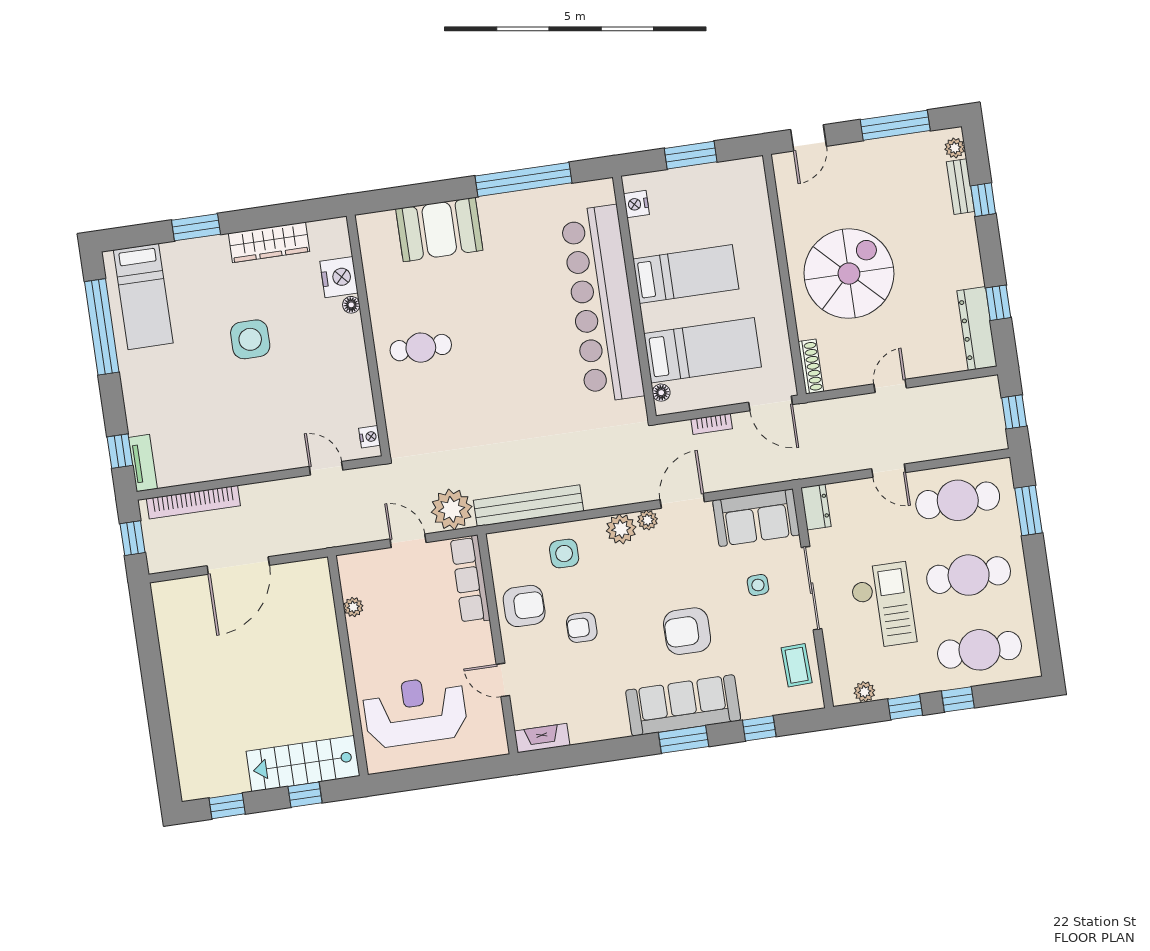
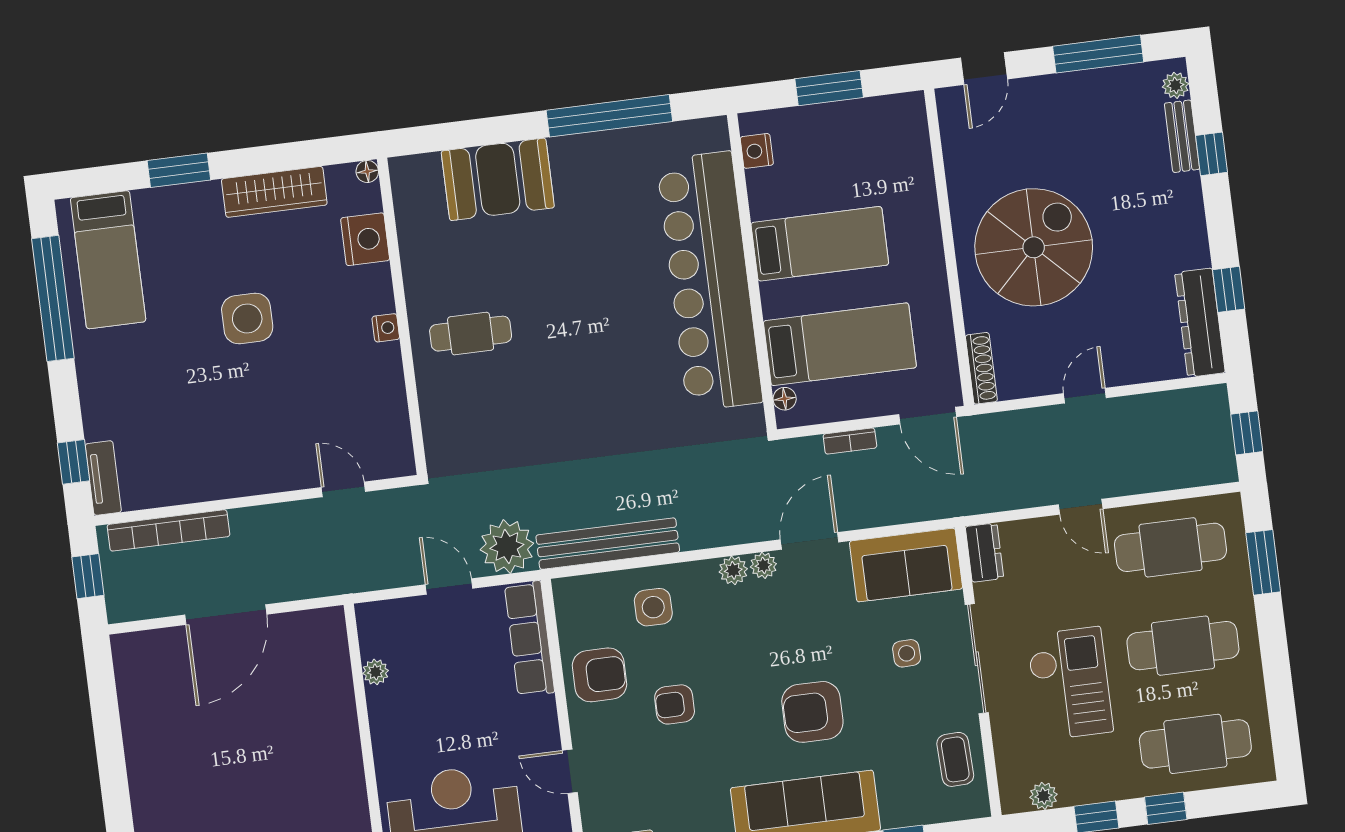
floor lamp: (351, 305) -> (367, 171), moved
nightstand: (370, 437) -> (386, 328), moved
plant: (621, 529) -> (733, 570), width x0.73, depth x0.73

